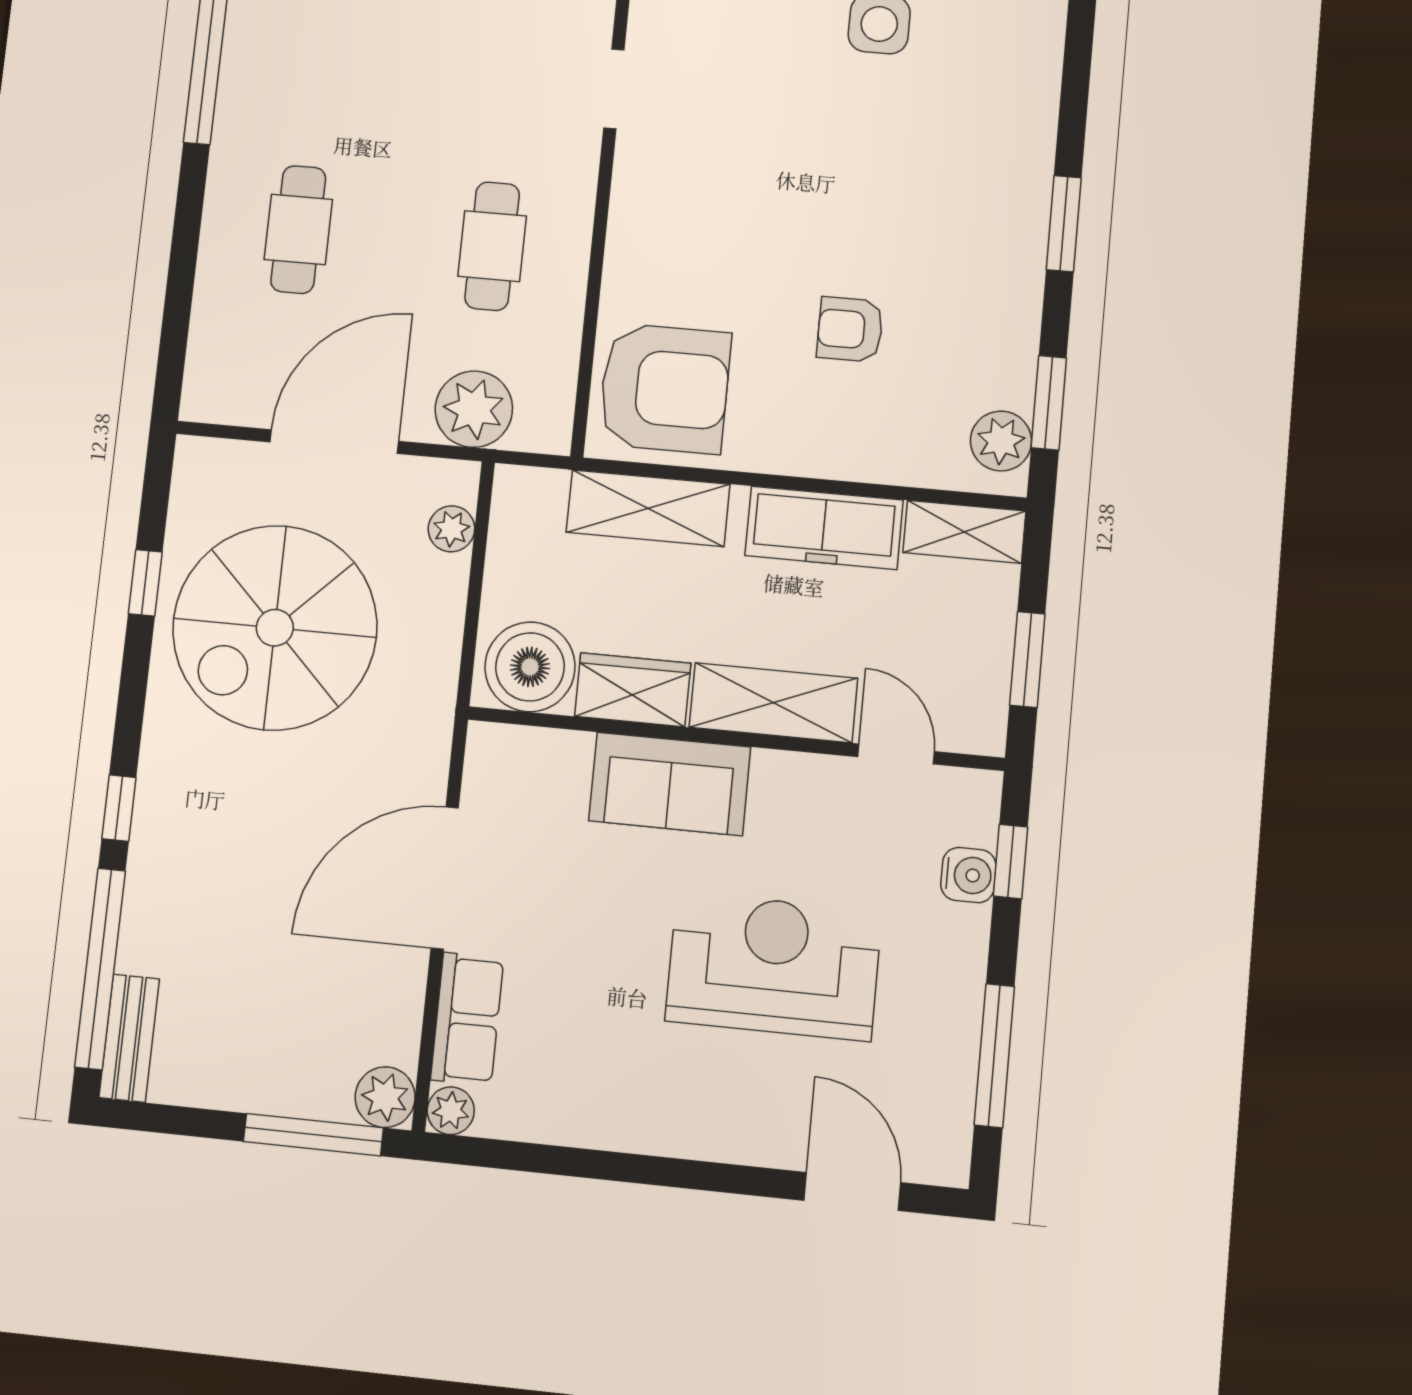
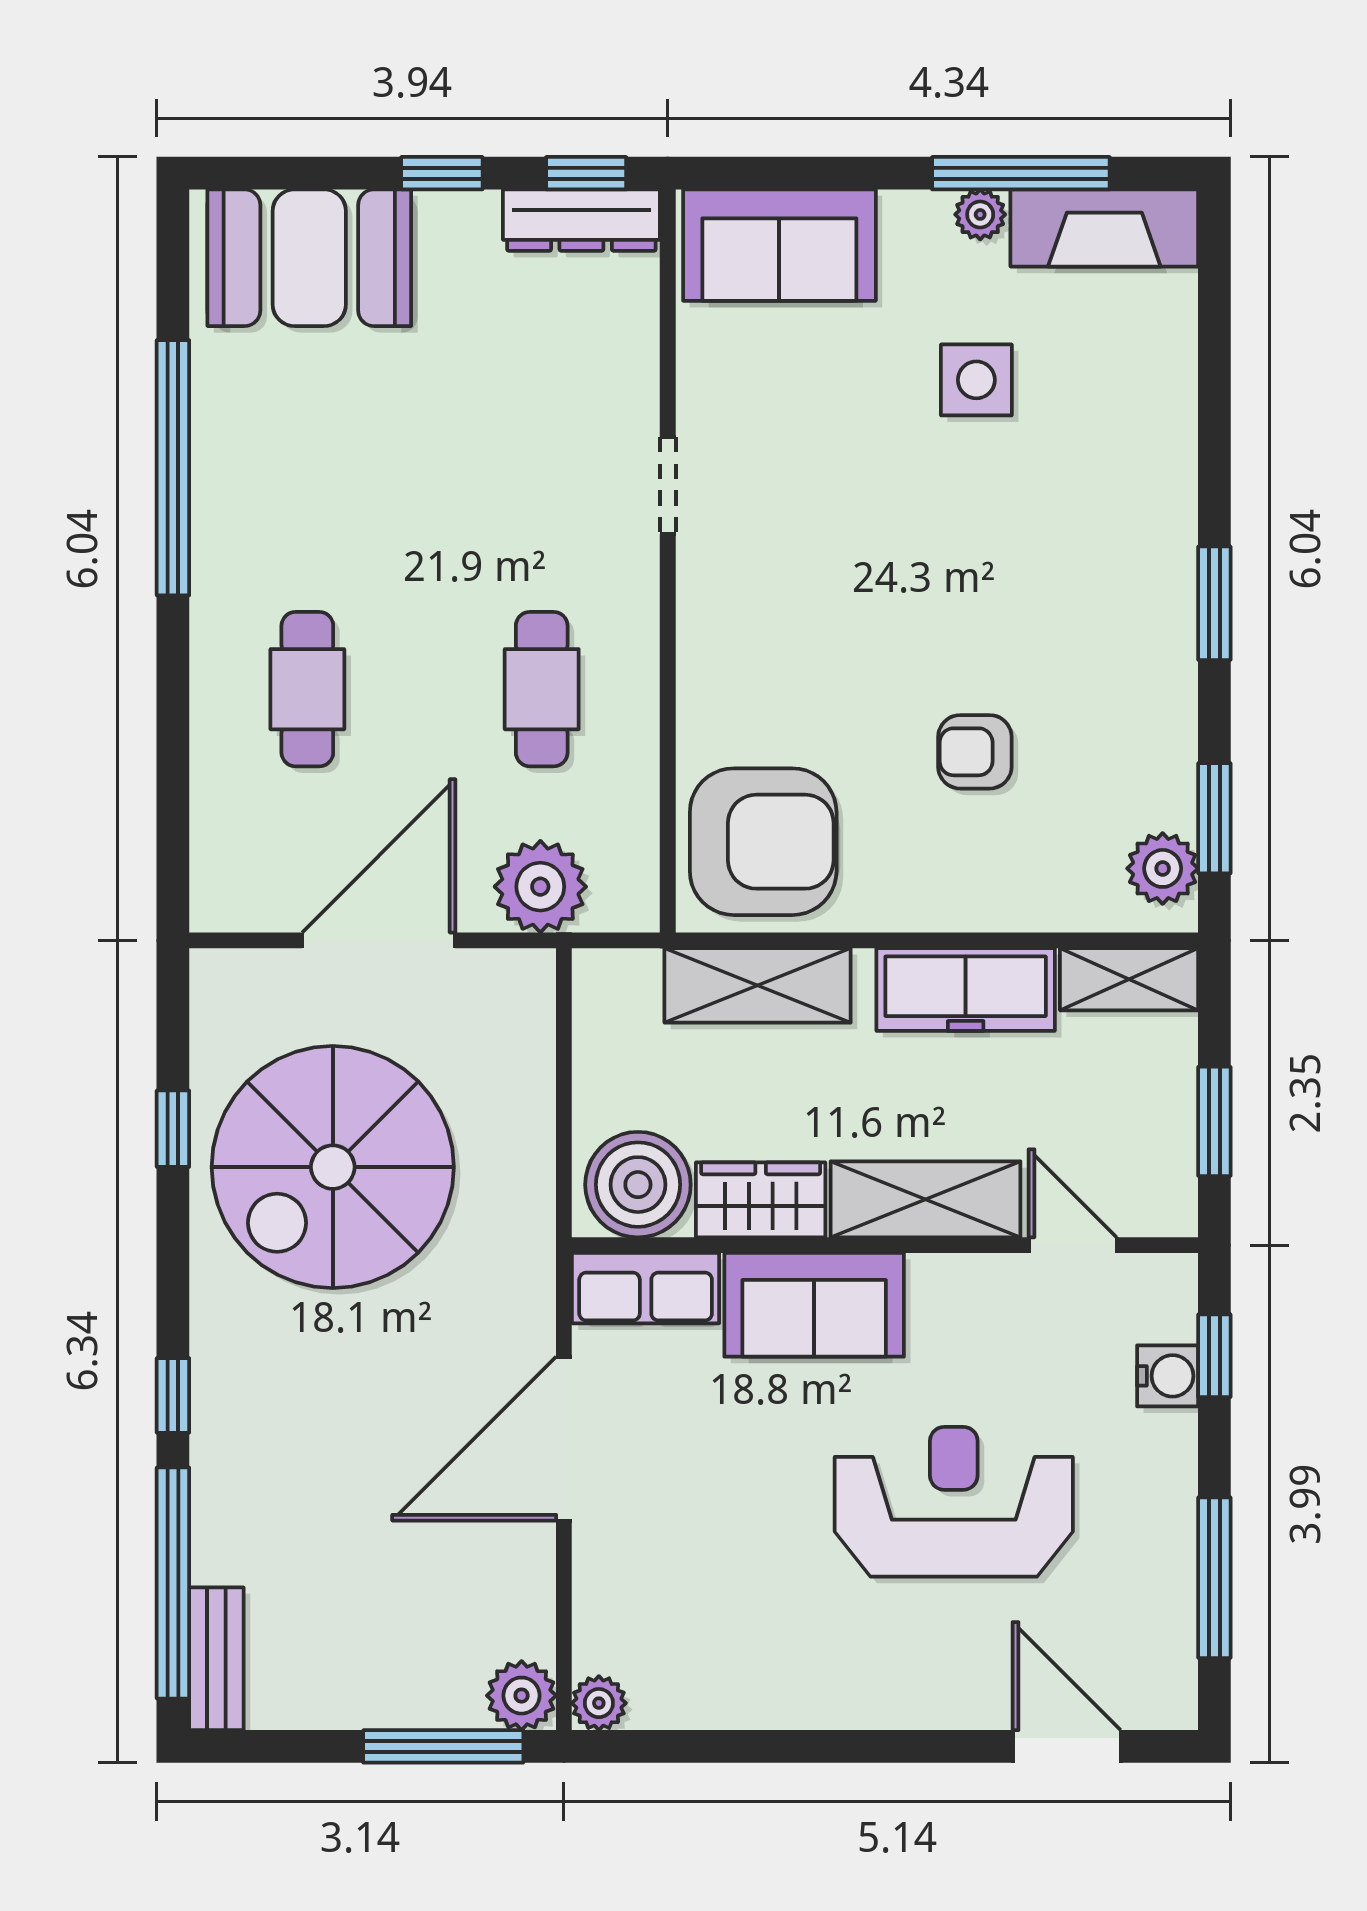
plant: (451, 529) -> (529, 1031), removed
row of seats: (467, 1019) -> (646, 1288), moved, turned 90

